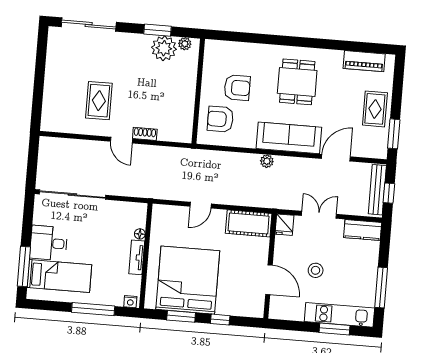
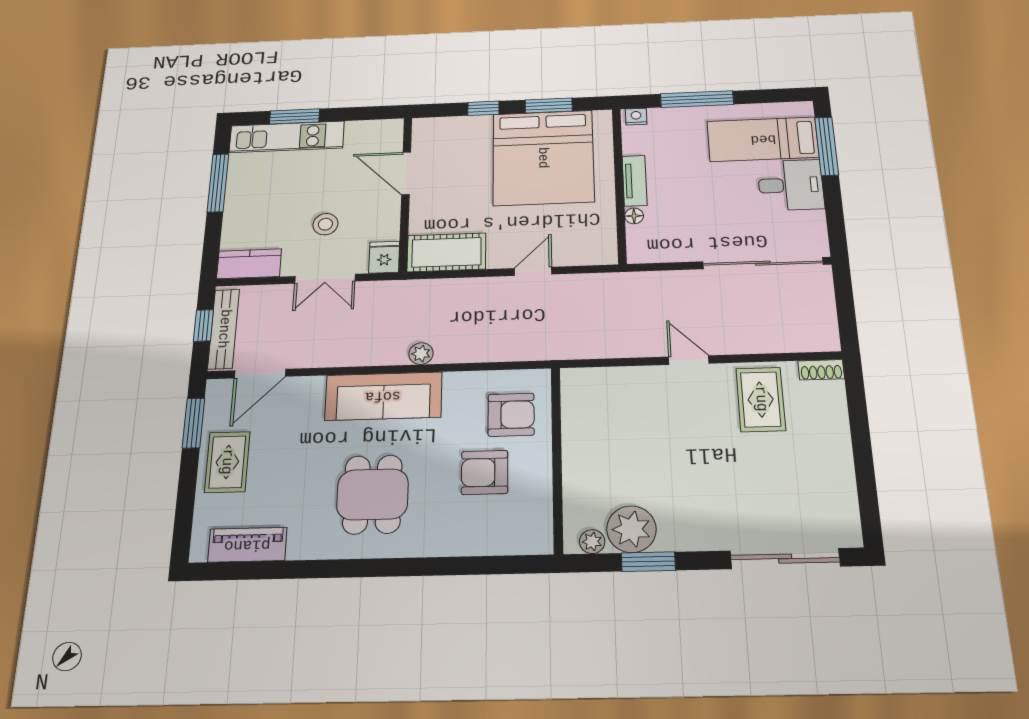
rug: (99, 101) -> (761, 399), moved
shoe rack: (145, 134) -> (821, 370), moved
door: (336, 158) -> (260, 374), moved
stool: (316, 270) -> (325, 224), moved

